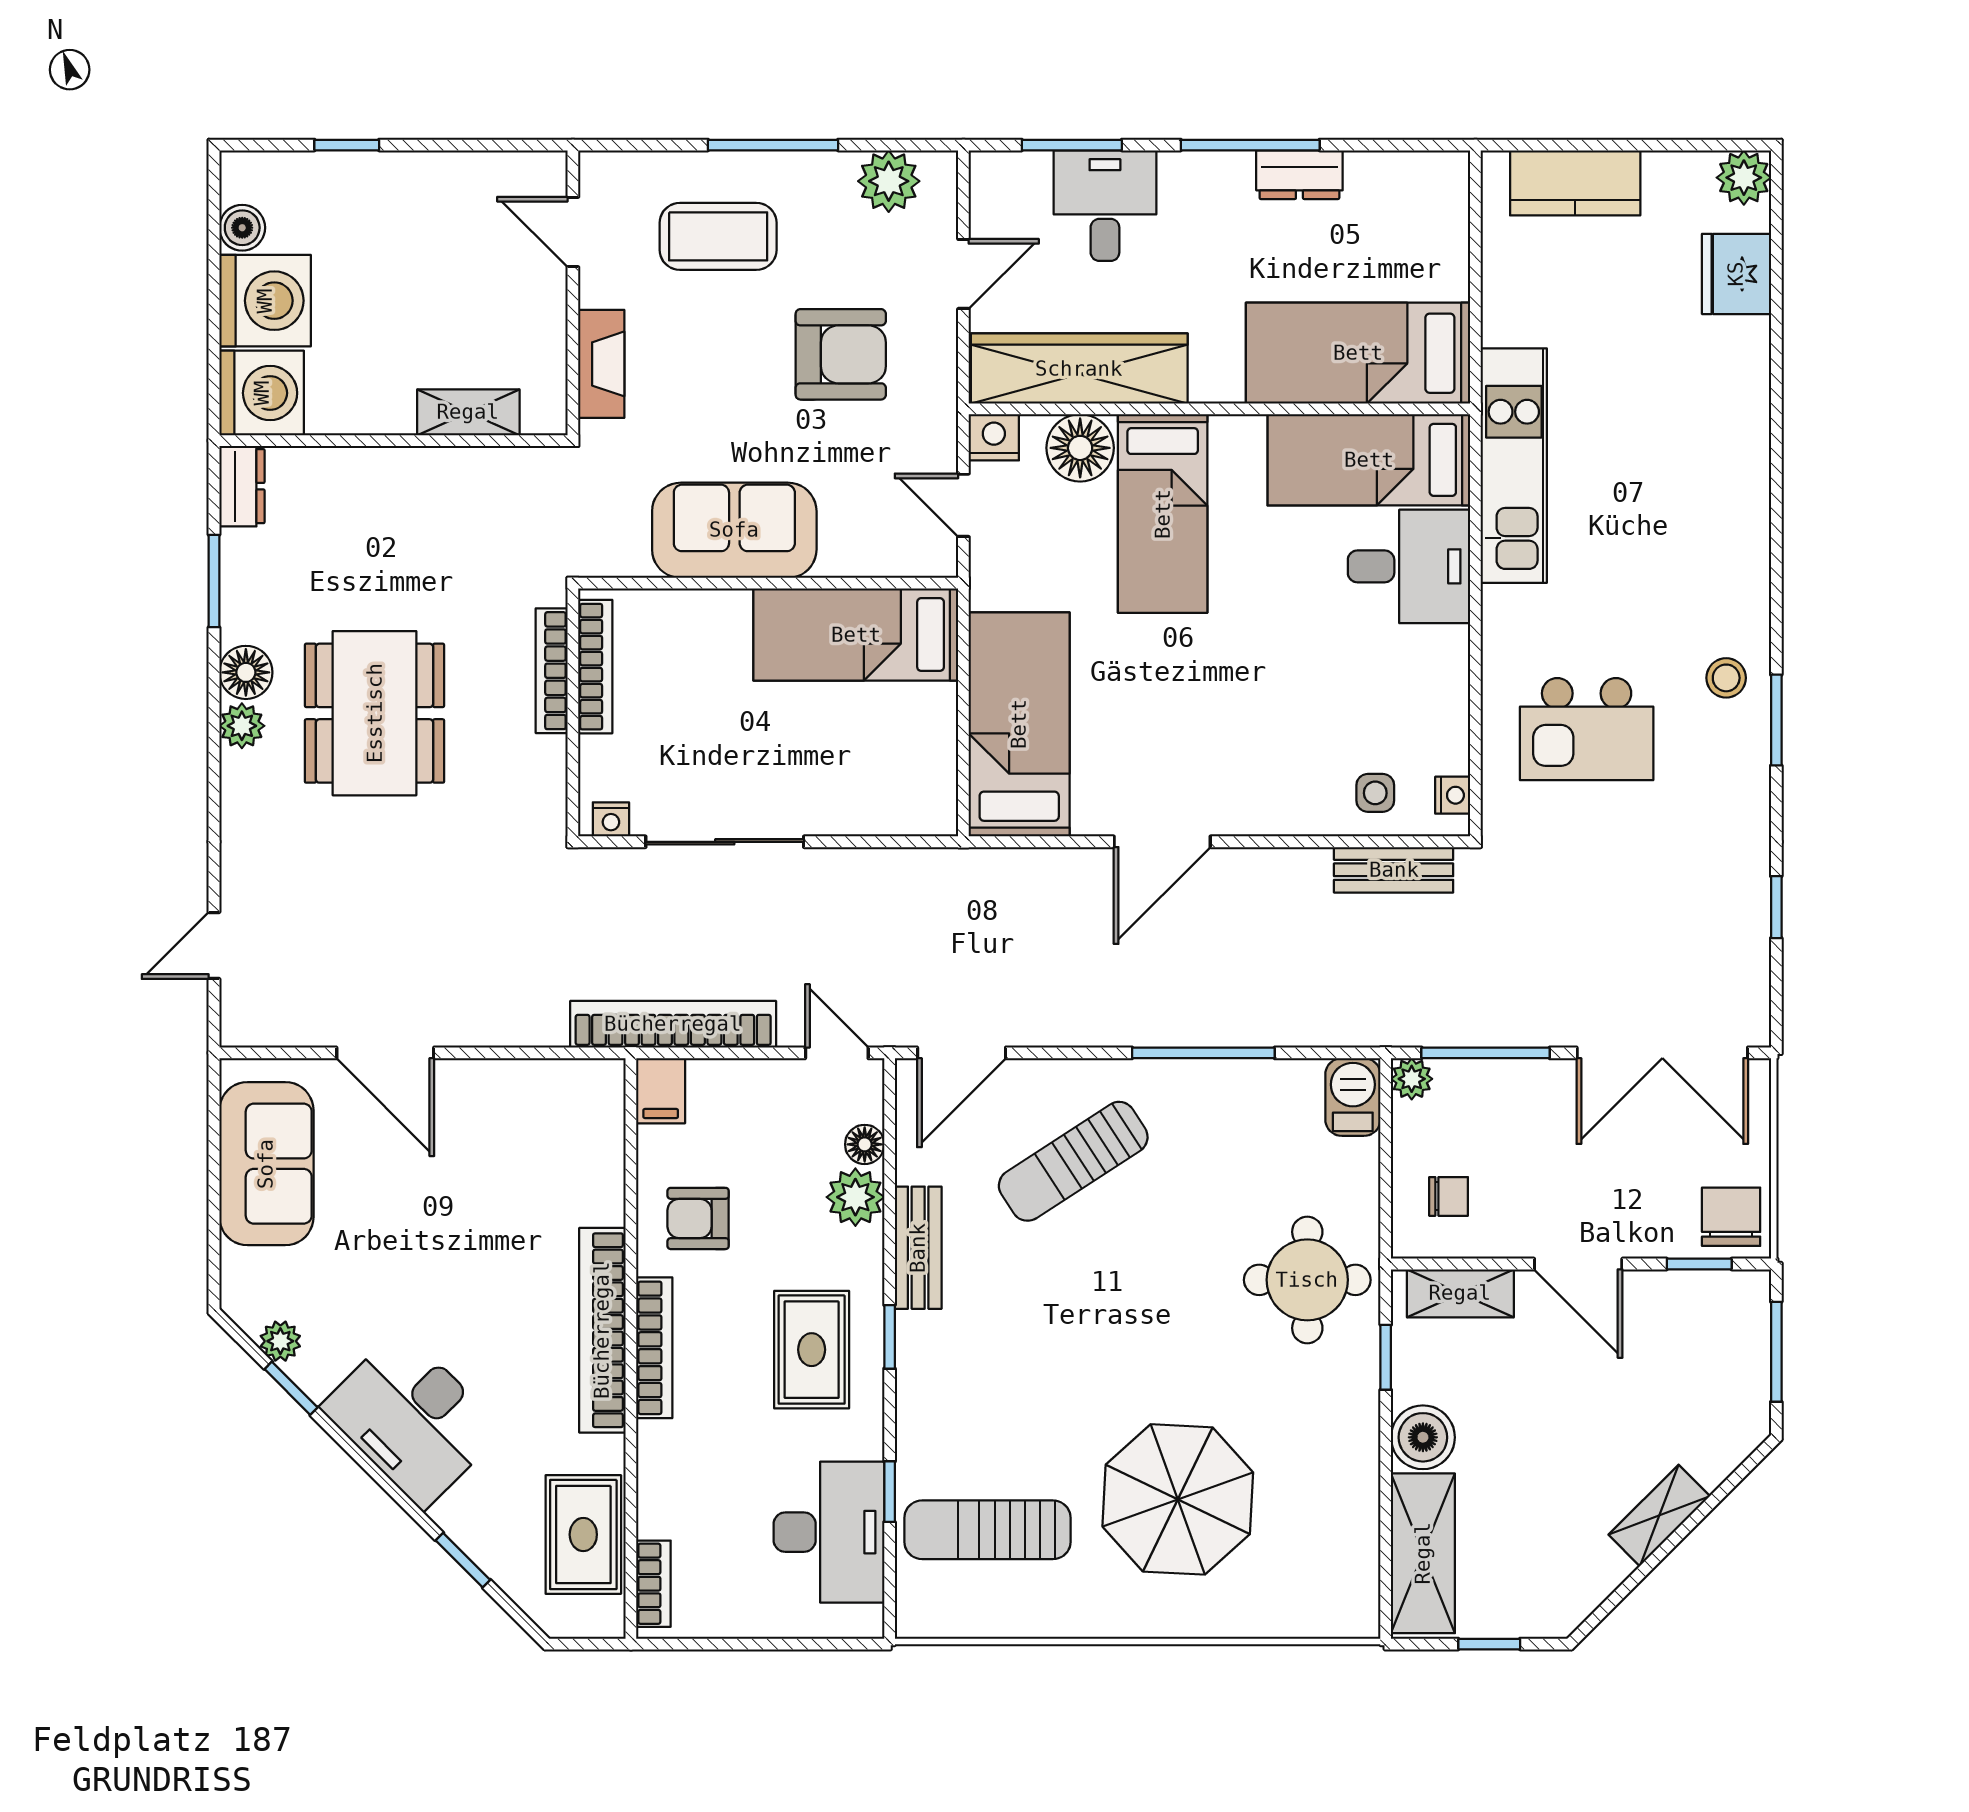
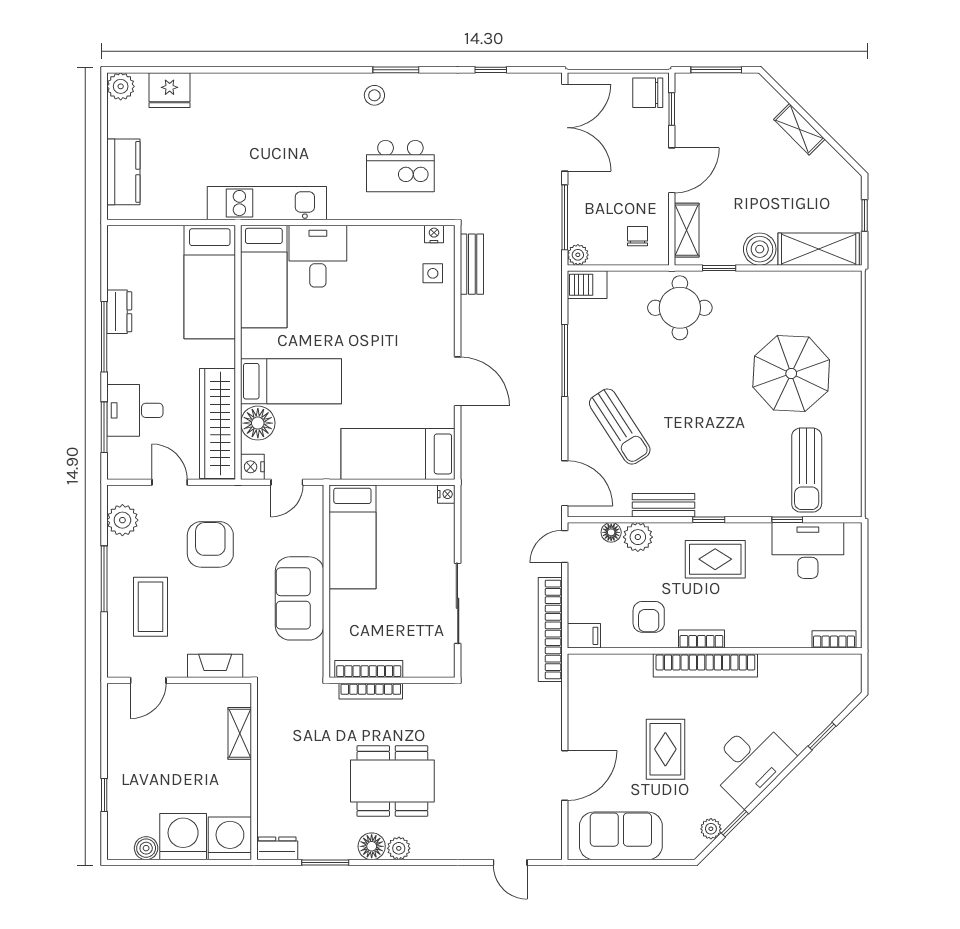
kitchen island: (1587, 729) -> (400, 166), turned 90
nightstand: (611, 819) -> (446, 494), moved
bookcase: (654, 1348) -> (701, 639), width x0.64
rug: (583, 1535) -> (665, 749), moved, turned 90

